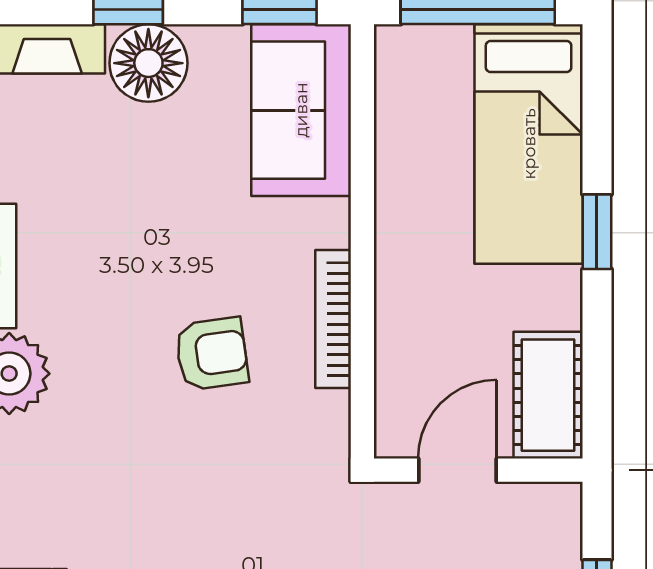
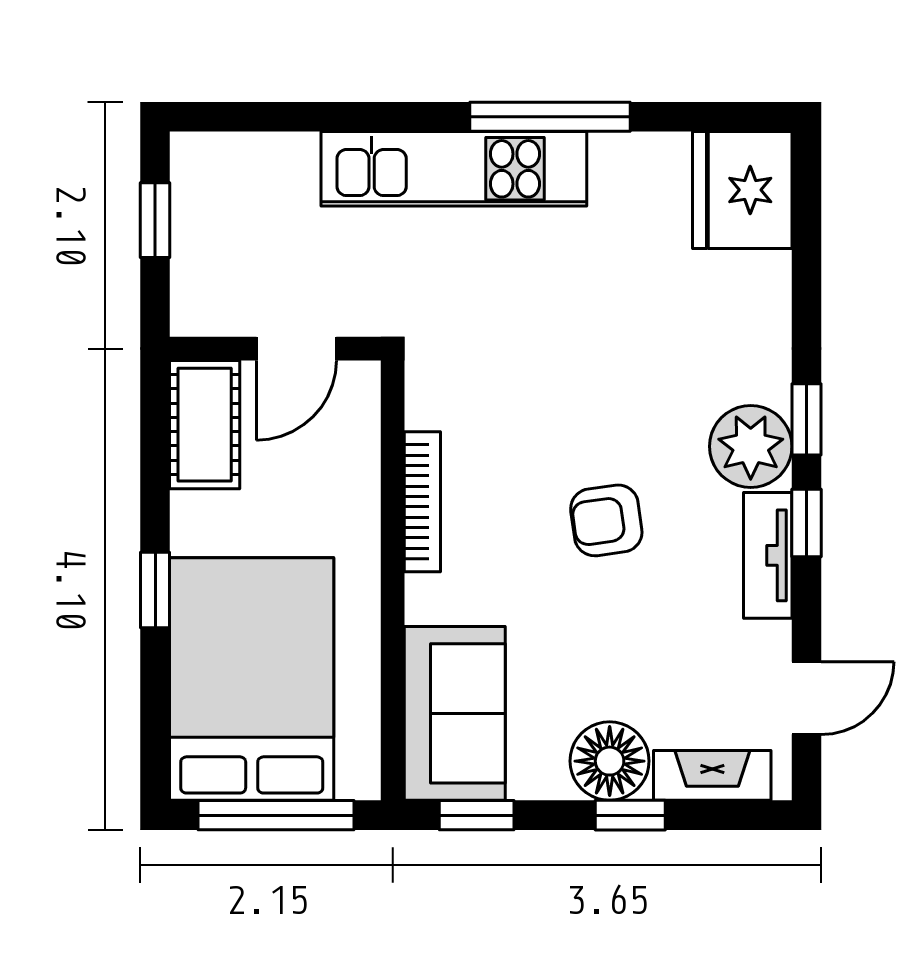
bed: (529, 144) -> (252, 679), width x1.50
armchair: (212, 354) -> (606, 520), moved

